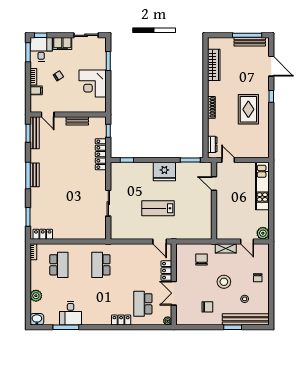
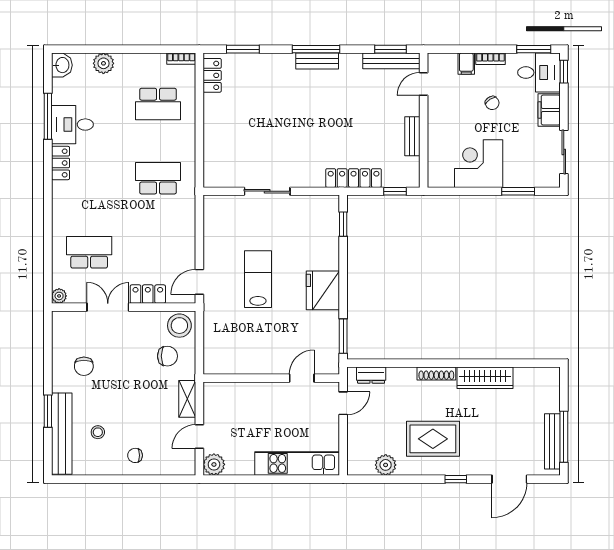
wardrobe: (214, 65) -> (485, 378), moved
plant: (263, 136) -> (386, 465), added
stool: (224, 282) -> (179, 326), moved
locker: (121, 320) -> (61, 163), moved

